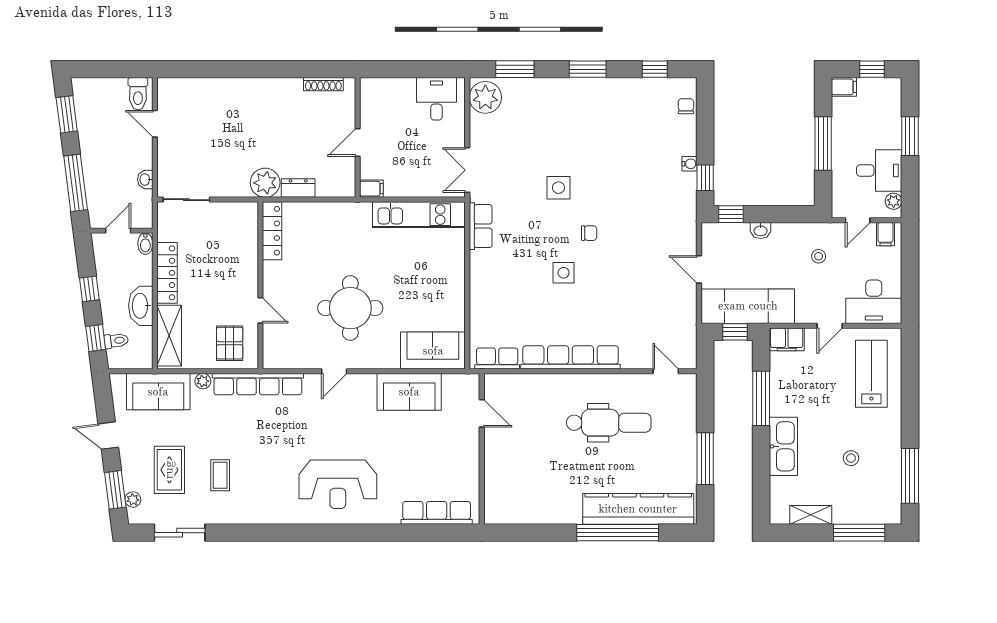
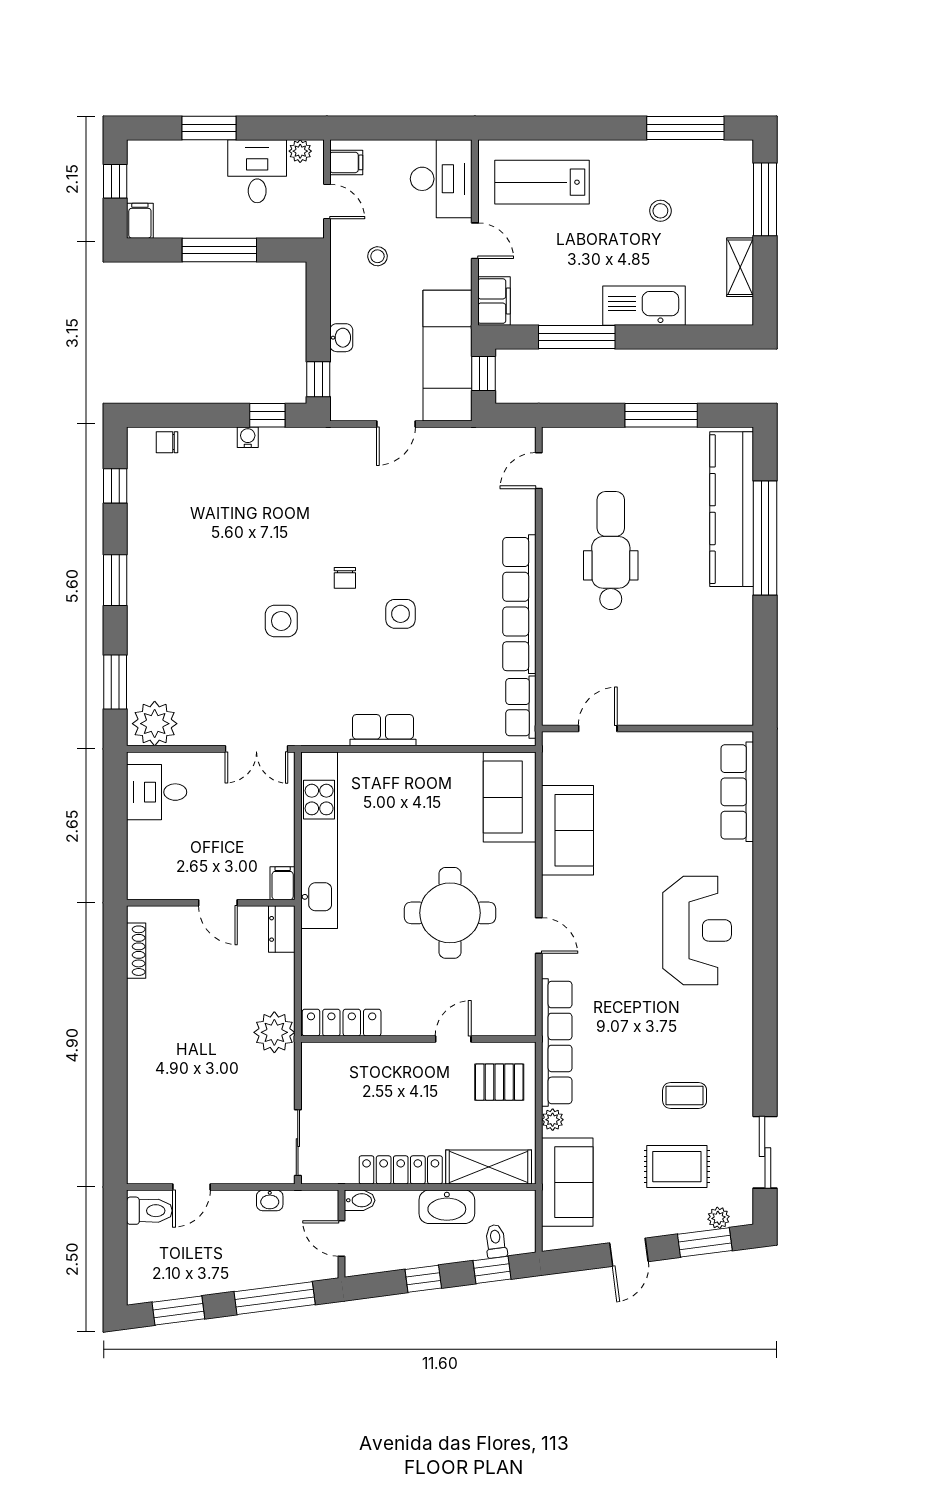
dresser: (298, 188) -> (282, 929), moved
kitchen unit: (419, 215) -> (319, 840), width x1.36
row of seats: (481, 226) -> (383, 730), moved
chair: (589, 233) -> (345, 578), turned 180

